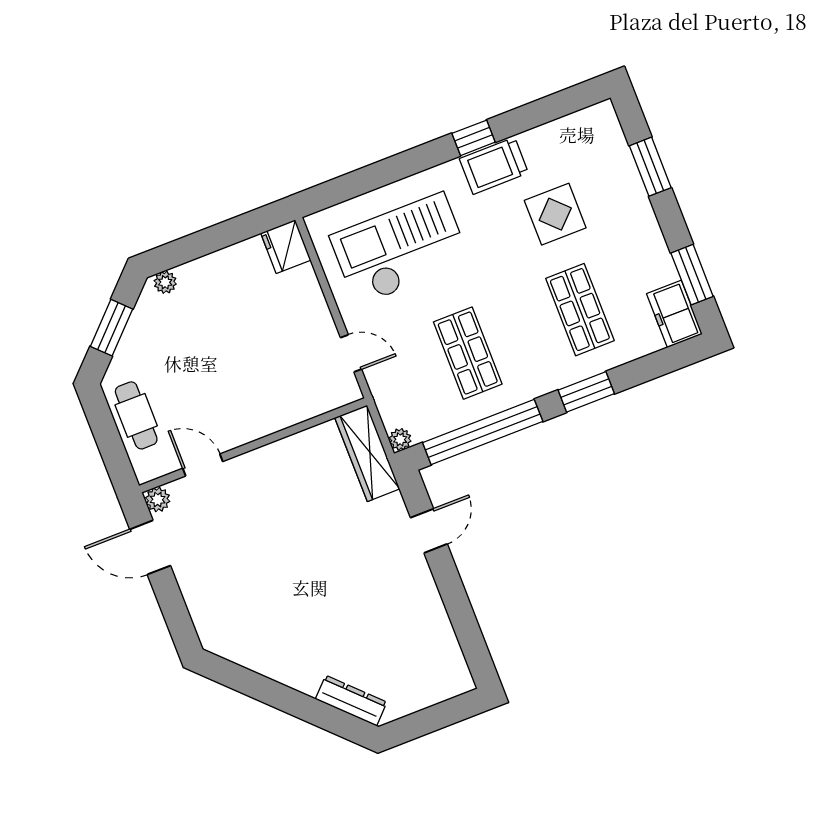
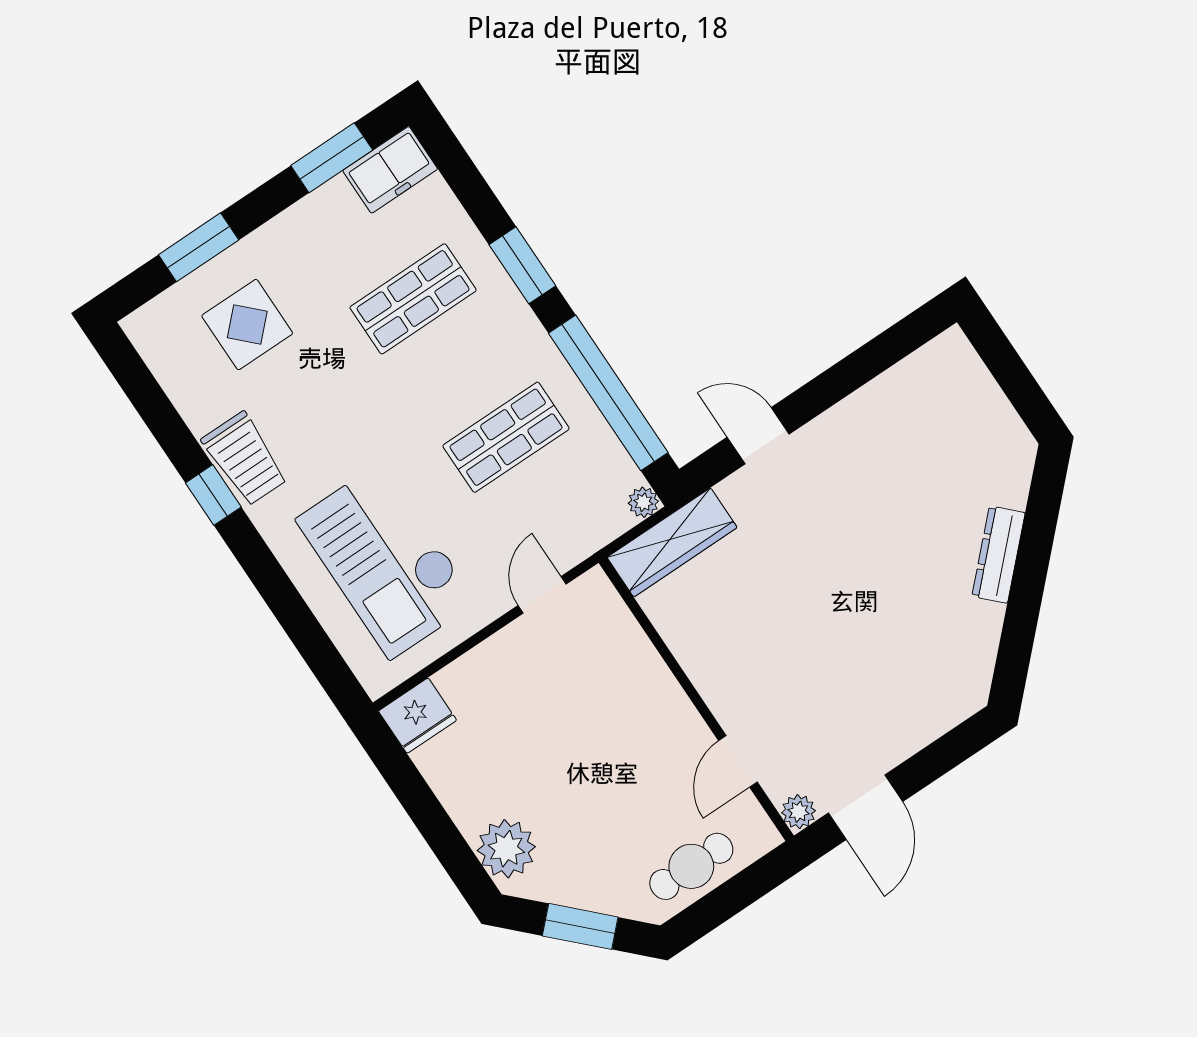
display table: (555, 214) -> (247, 325), moved
plant: (165, 282) -> (506, 849), width x1.88, depth x1.88
dresser: (351, 701) -> (999, 555), moved

